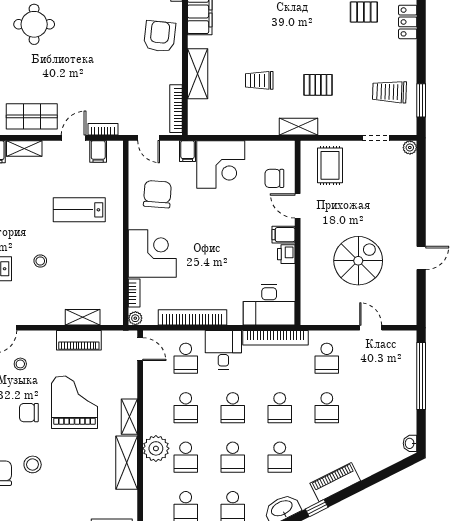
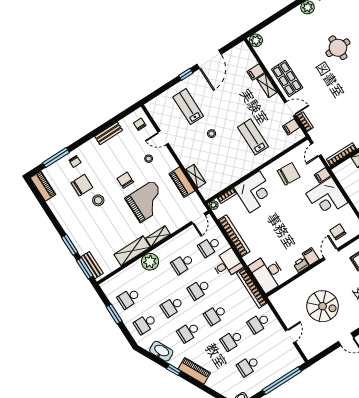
school desk: (186, 457) -> (248, 366), moved

